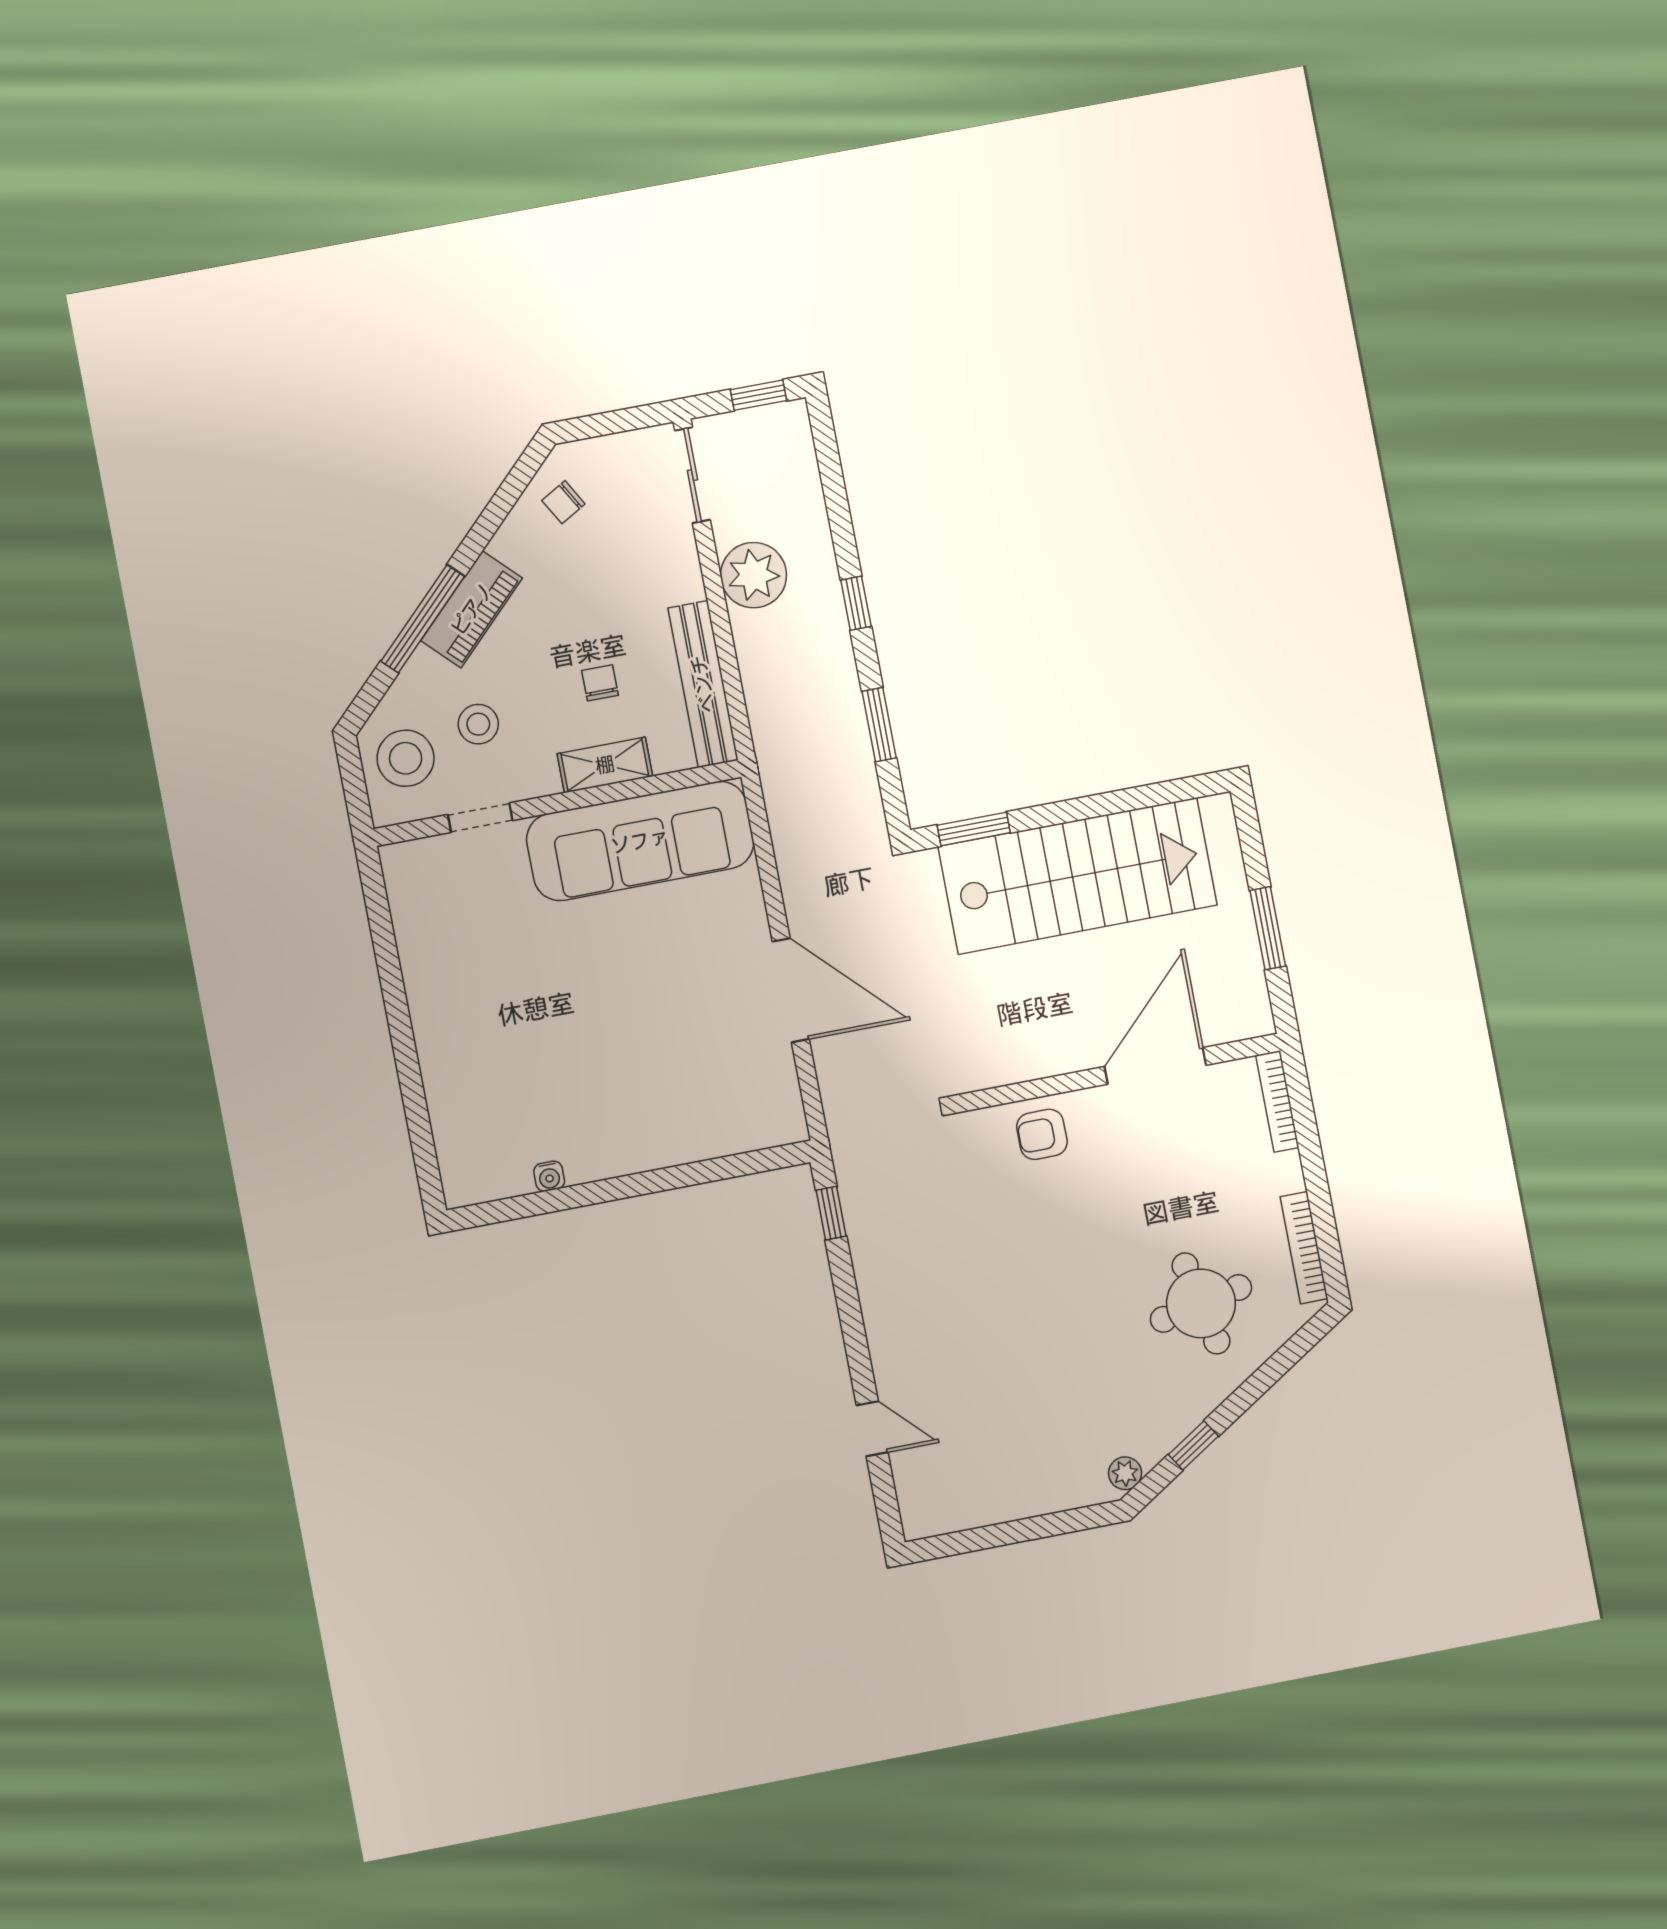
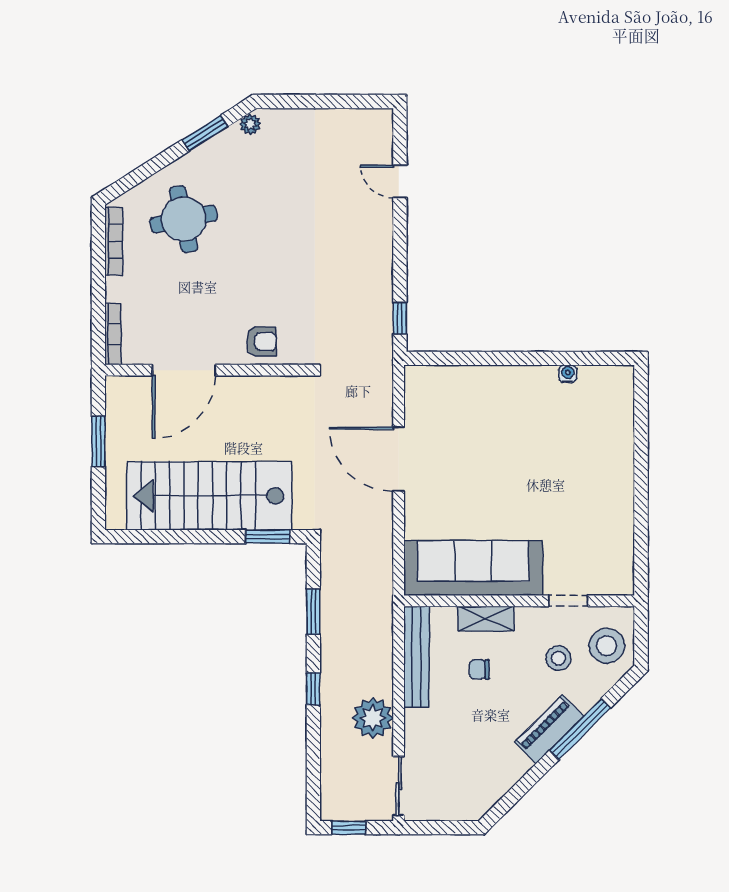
chair: (563, 502) -> (481, 784), removed
chair: (600, 683) -> (479, 669), turned 90
window: (1193, 1445) -> (205, 133), width x1.50

